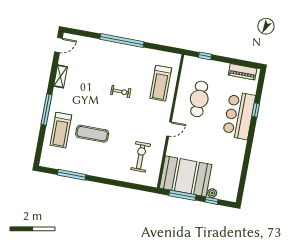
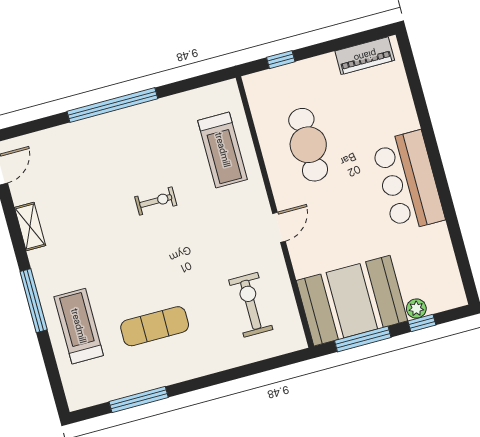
window: (256, 110) -> (423, 115), removed
bar counter: (239, 115) -> (408, 181), moved
treadmill: (61, 130) -> (79, 326), turned 180
exercise mat: (92, 134) -> (155, 326), moved

